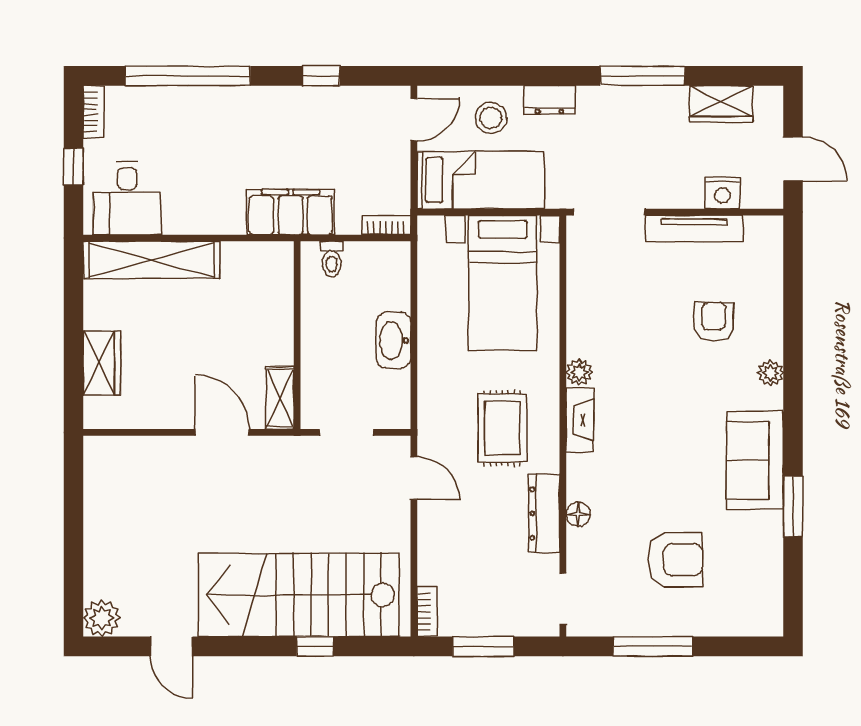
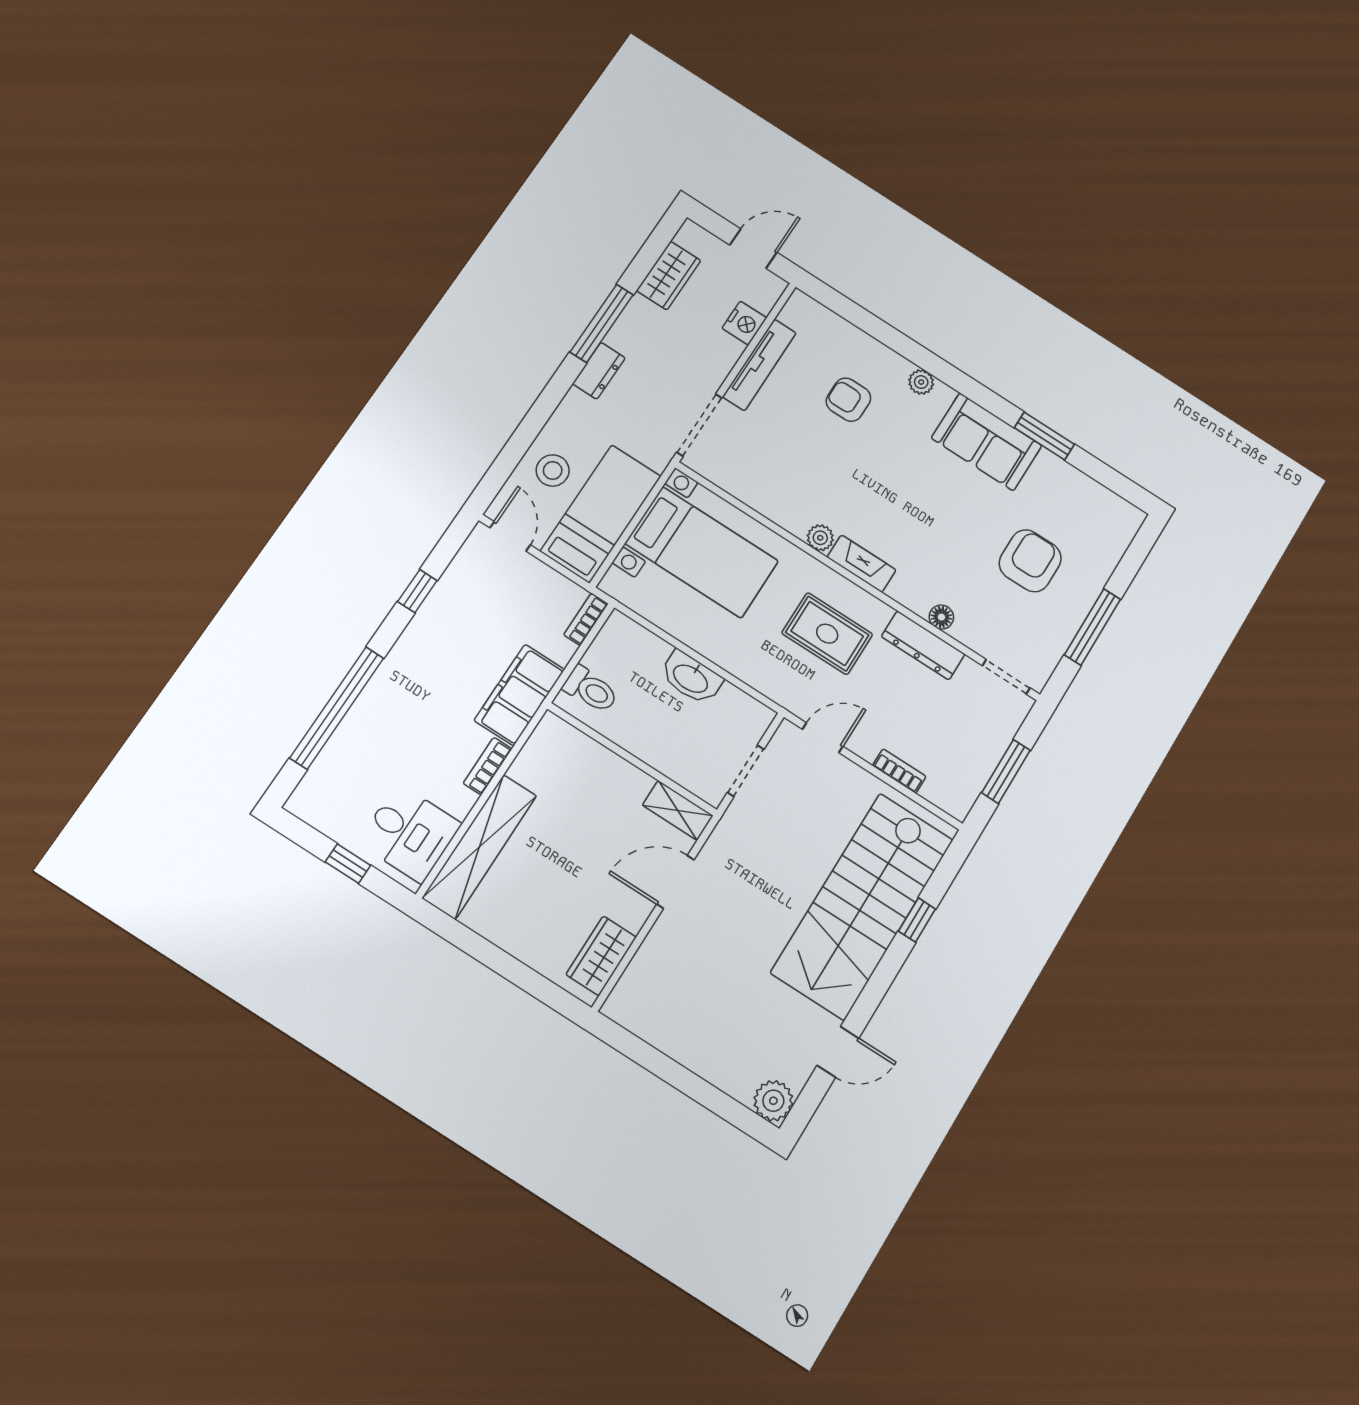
dresser: (549, 100) -> (599, 371), moved
bookcase: (94, 112) -> (488, 766), moved, turned -90
toilet: (332, 259) -> (591, 690), width x1.37, depth x1.39
wardrobe: (102, 363) -> (601, 956), moved, turned -90
bookcase: (427, 612) -> (899, 771), moved

